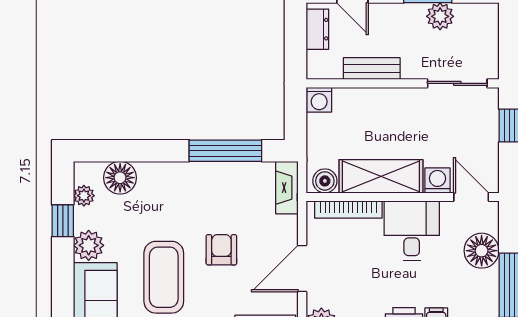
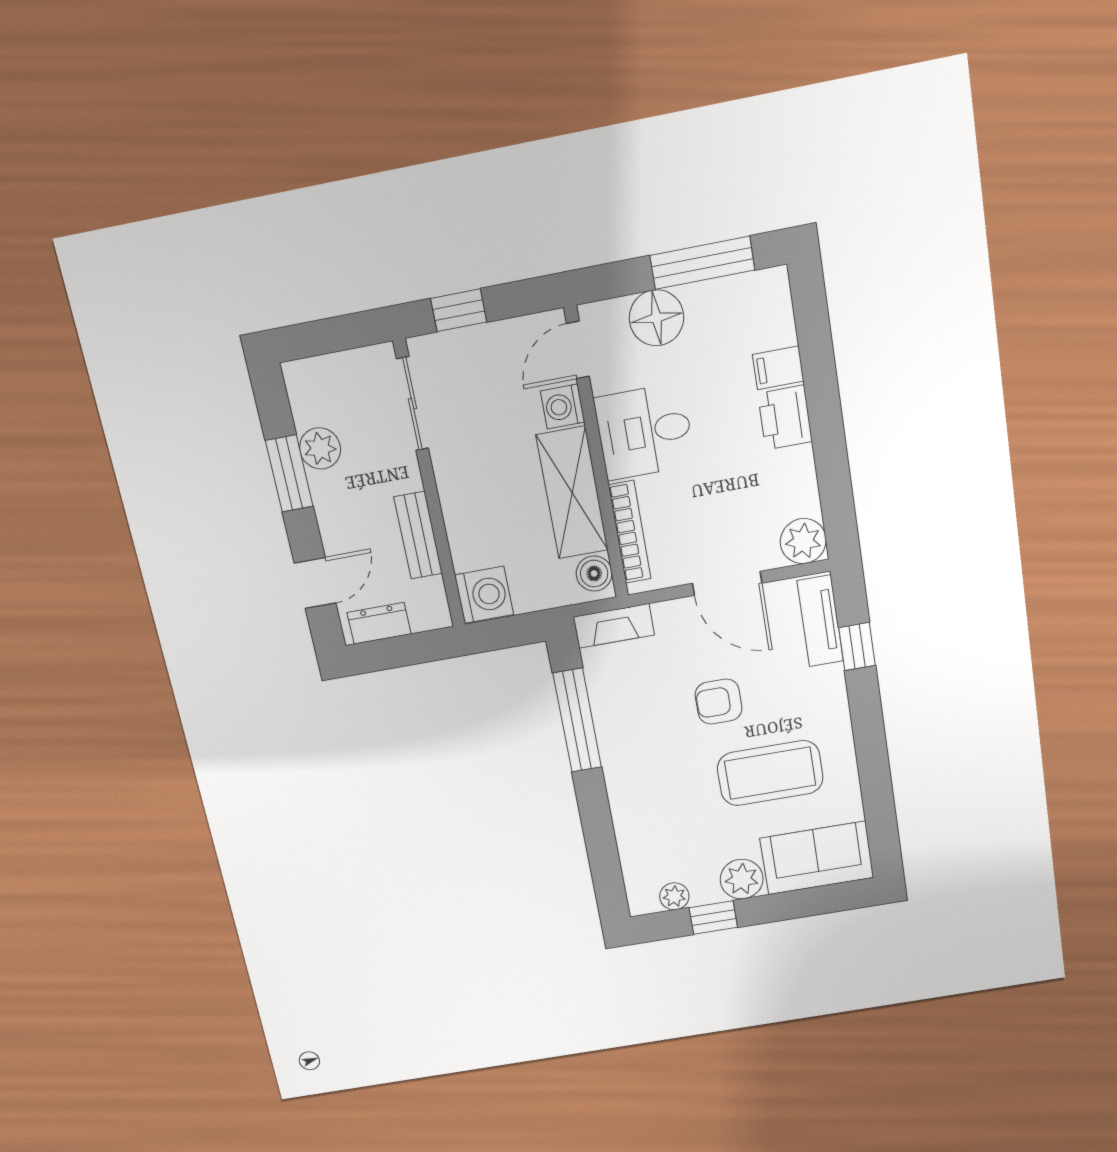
washing machine: (319, 100) -> (484, 595), width x1.38, depth x1.38
floor lamp: (120, 178) -> (641, 854), removed

